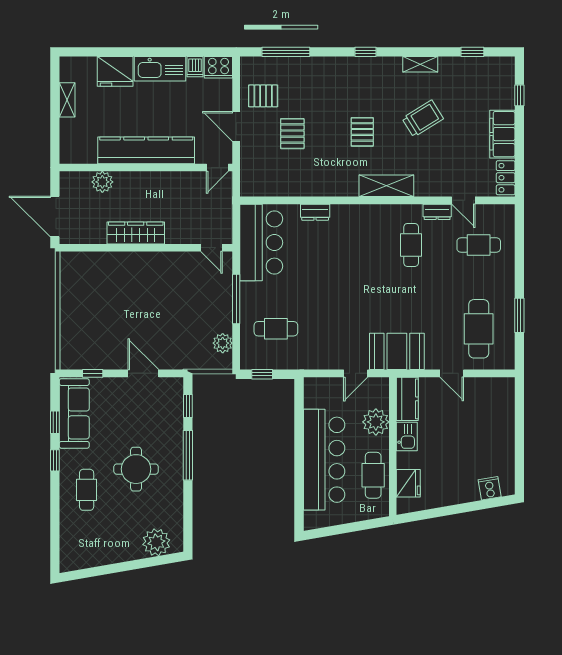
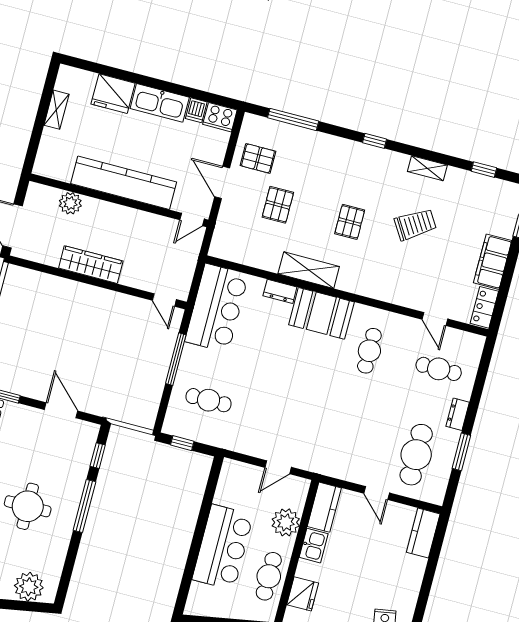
shelving: (386, 186) -> (309, 270), moved
dresser: (437, 212) -> (458, 414), moved, turned 90
plant: (223, 343) -> (150, 401), removed
booth: (397, 351) -> (321, 313), moved
kitchen counter: (504, 399) -> (423, 533), added
bar counter: (324, 460) -> (223, 547), width x0.73

